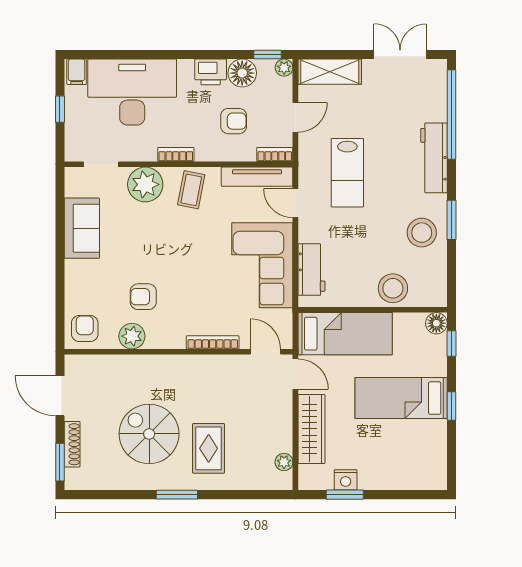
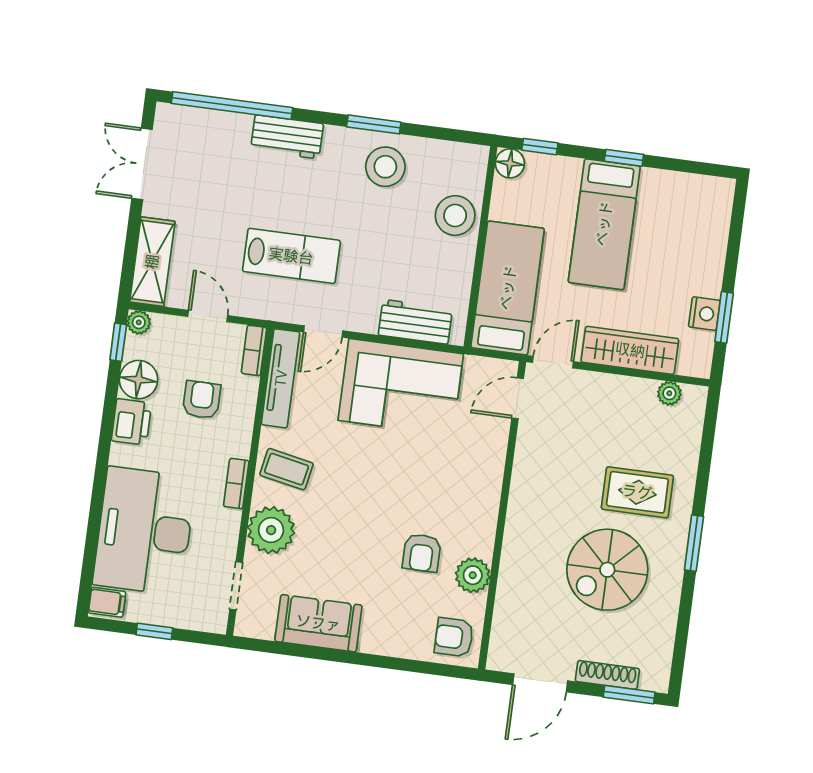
workbench: (434, 158) -> (287, 137), width x0.73
bookcase: (213, 342) -> (496, 468), removed

